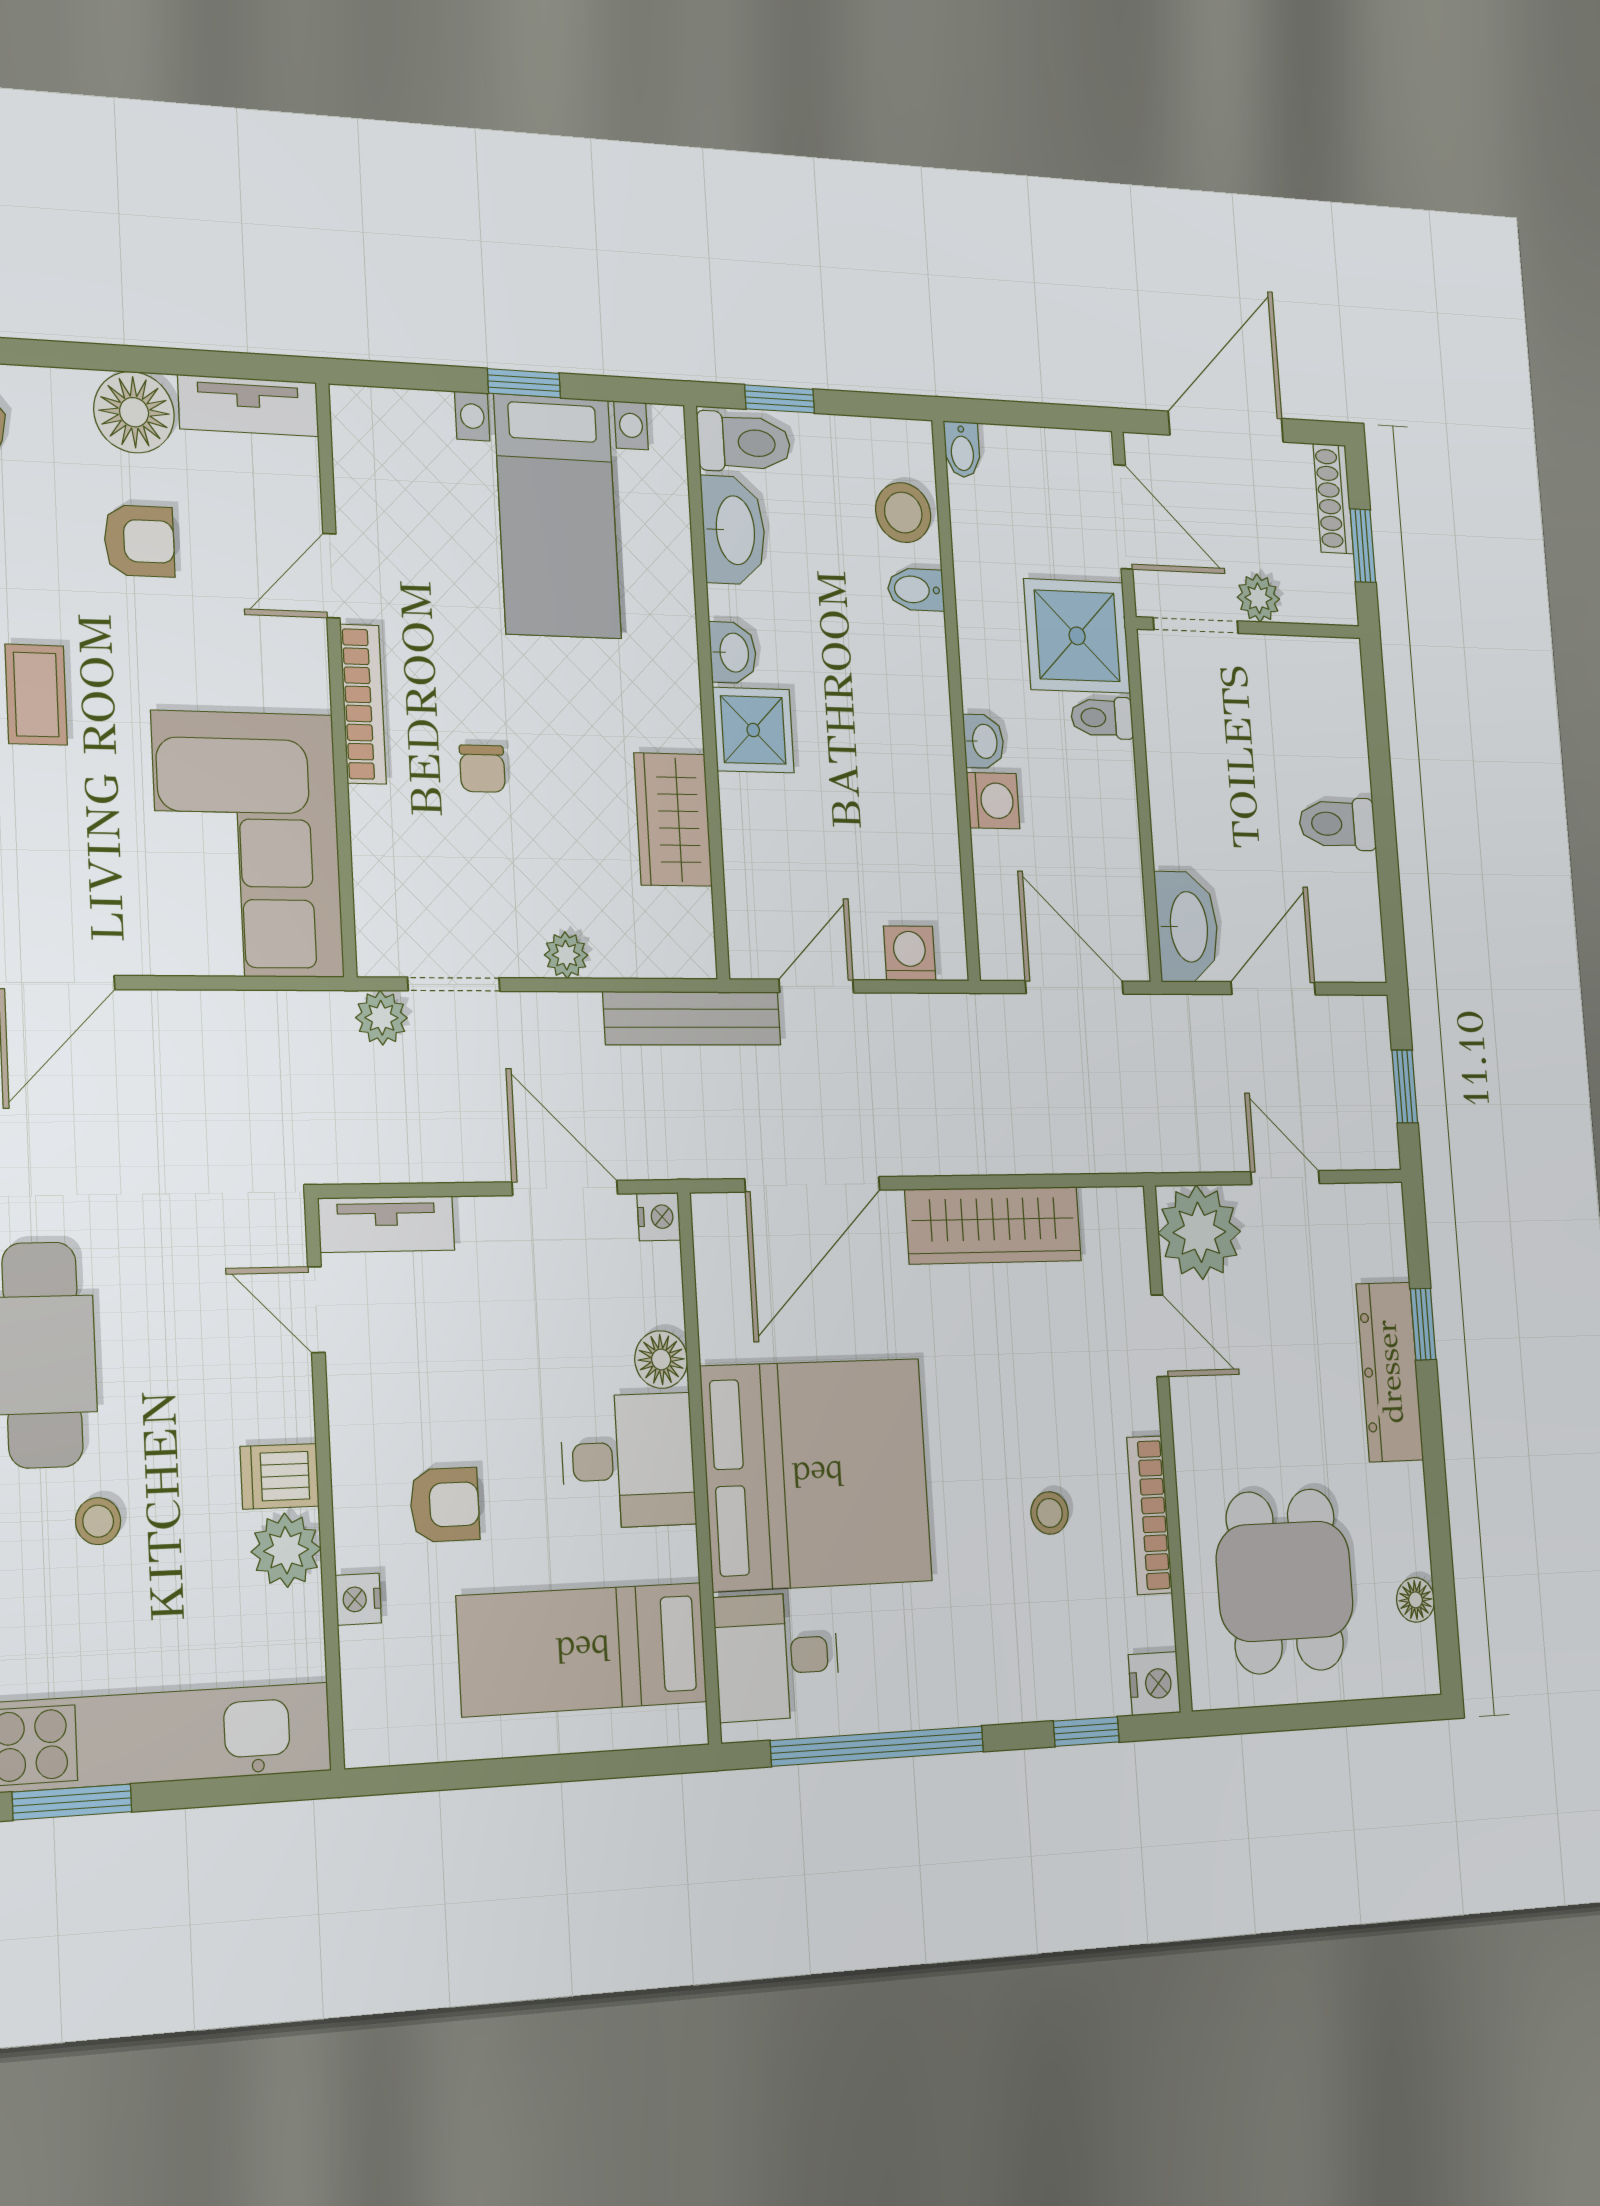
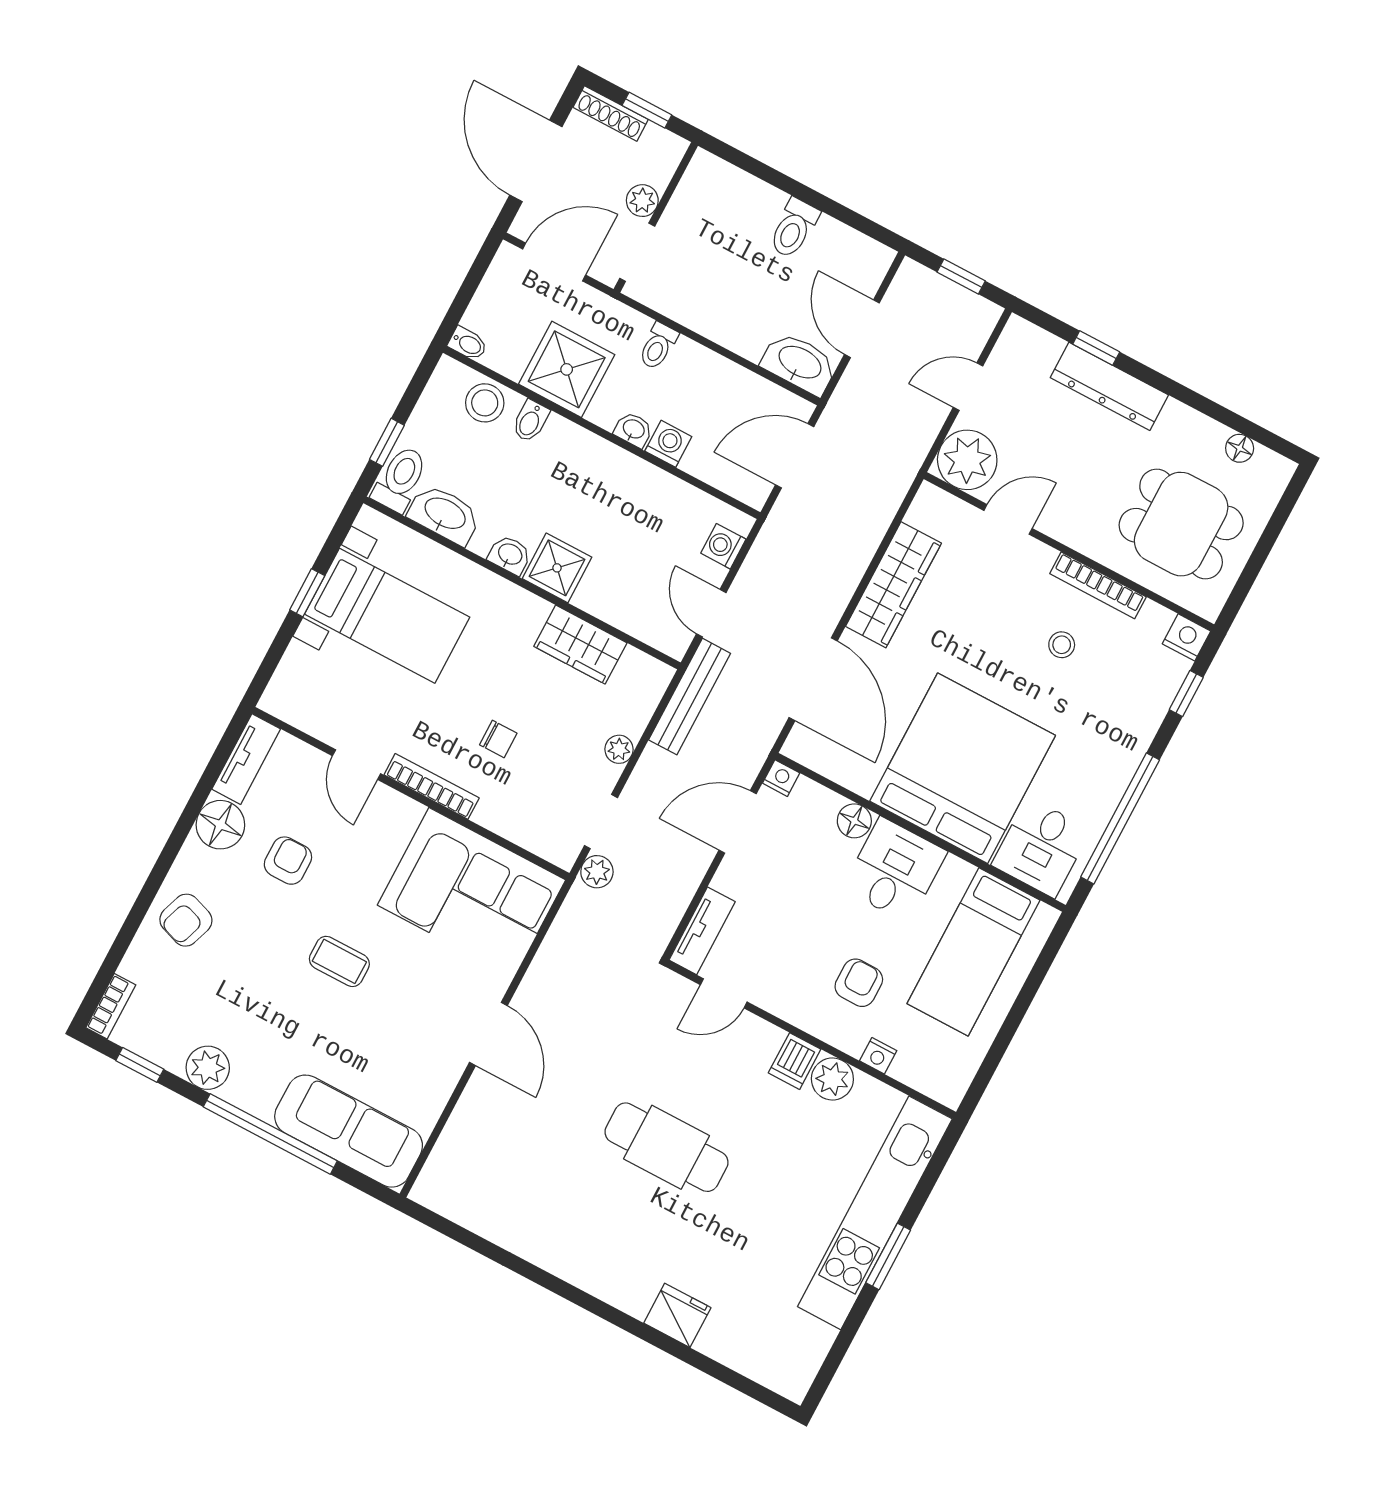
shower: (1077, 636) -> (567, 369), moved
stool: (98, 1521) -> (763, 1166), removed

